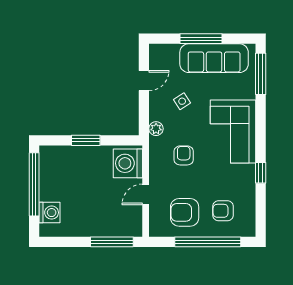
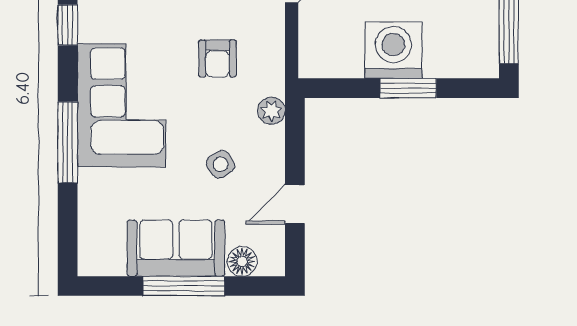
floor lamp: (171, 51) -> (242, 261), added
sofa: (214, 58) -> (176, 248), width x0.73
window: (261, 74) -> (68, 142), moved
washing machine: (128, 163) -> (393, 50), moved, turned -90

